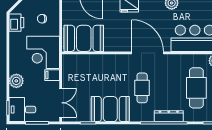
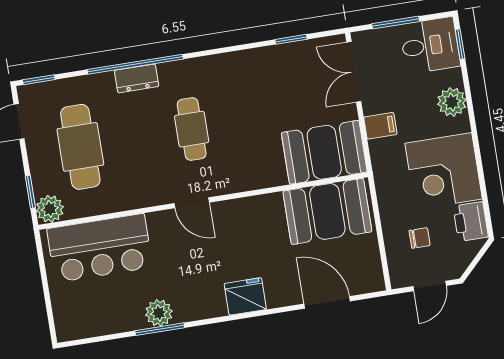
corner desk: (43, 52) -> (444, 171), moved, turned 180
door: (148, 53) -> (192, 203), width x0.53
booth: (110, 109) -> (324, 152), moved
dresser: (169, 116) -> (137, 78), width x0.70

